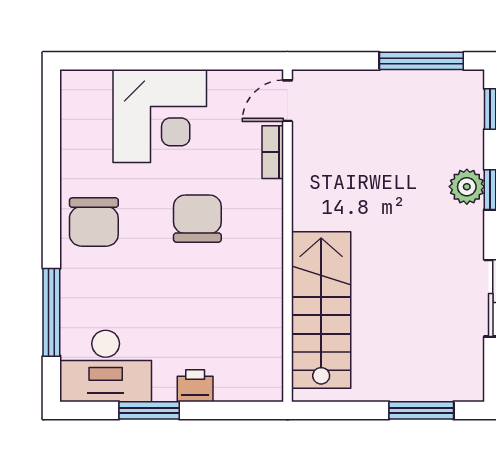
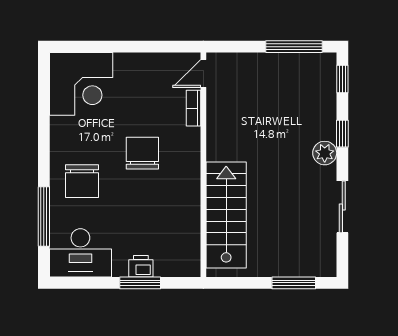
corner desk: (160, 116) -> (81, 84), moved
plant: (467, 187) -> (325, 153), moved
chair: (94, 222) -> (82, 181), moved
window: (149, 410) -> (140, 283), moved

